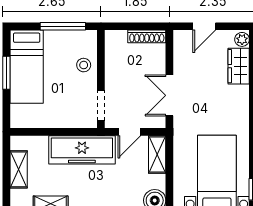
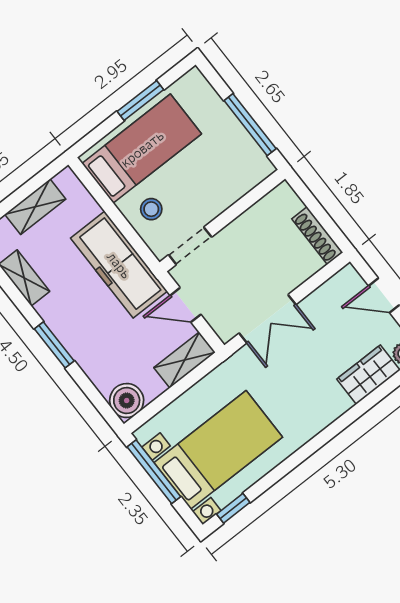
stool: (84, 65) -> (151, 209), moved
bed: (27, 67) -> (142, 149), moved, turned 180
double door: (169, 95) -> (267, 319), swing flipped

